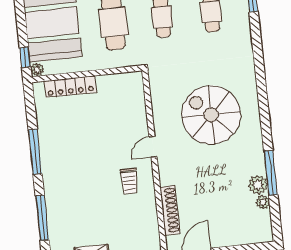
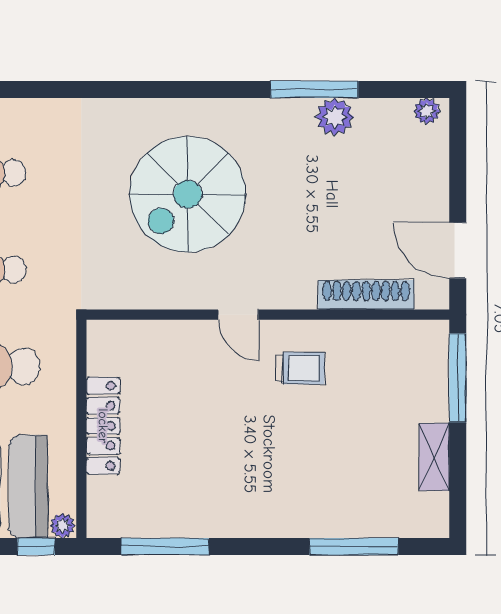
locker: (70, 87) -> (103, 426), moved
window: (35, 152) -> (165, 546), moved
plant: (263, 202) -> (427, 111), moved

